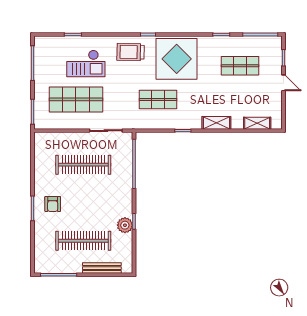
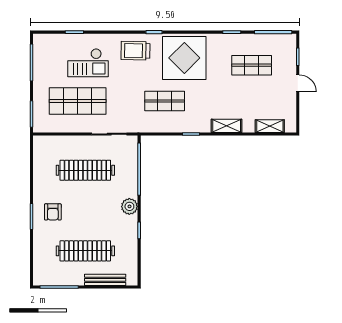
plant: (125, 225) -> (129, 206), moved

